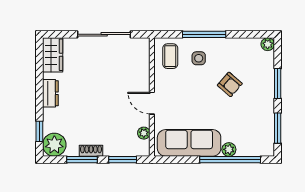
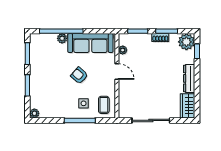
armchair: (230, 84) -> (79, 76), moved
dresser: (50, 93) -> (189, 78), width x1.44

